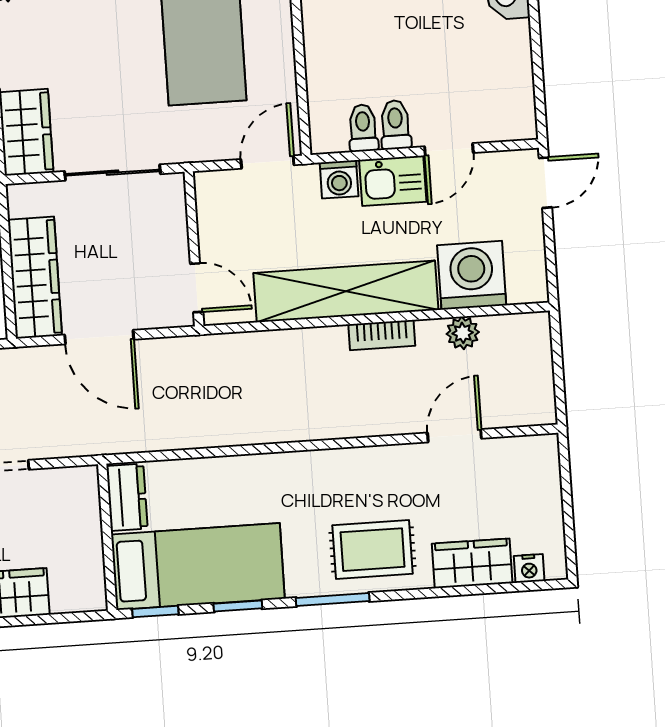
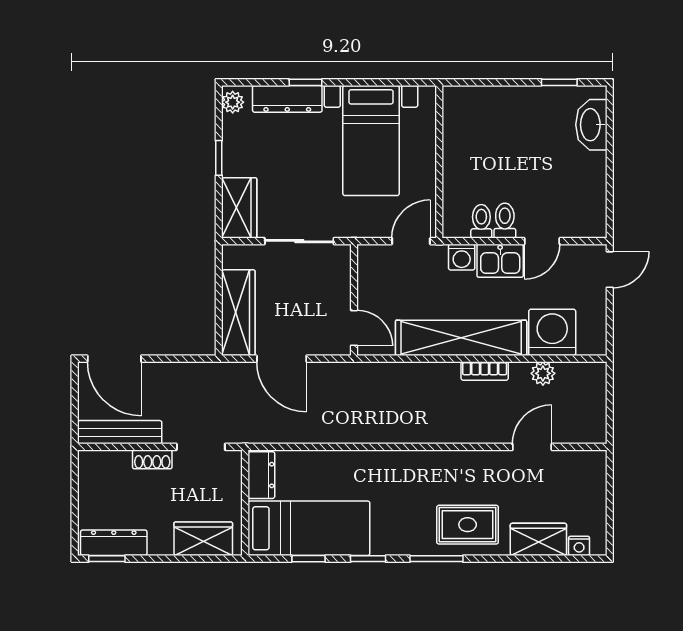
dresser: (127, 497) -> (261, 475), moved
wall: (107, 537) -> (245, 503), moved
bed: (198, 567) -> (309, 528), moved

